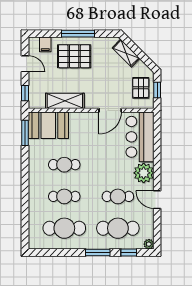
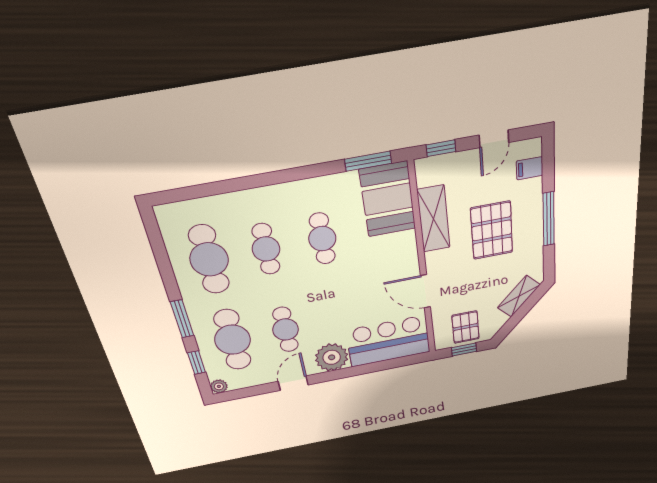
pallet: (74, 56) -> (492, 230), moved
pallet: (141, 88) -> (466, 327), turned 90

